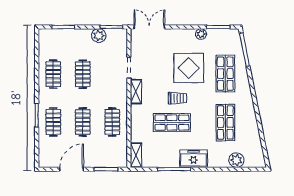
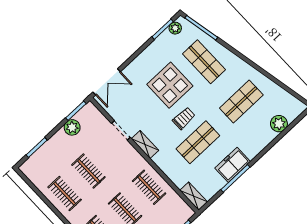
double door: (149, 27) -> (107, 82), swing flipped
plant: (201, 34) -> (175, 28), moved
shop shelf: (225, 123) -> (241, 101), turned 90
freezer: (194, 159) -> (233, 165), moved

